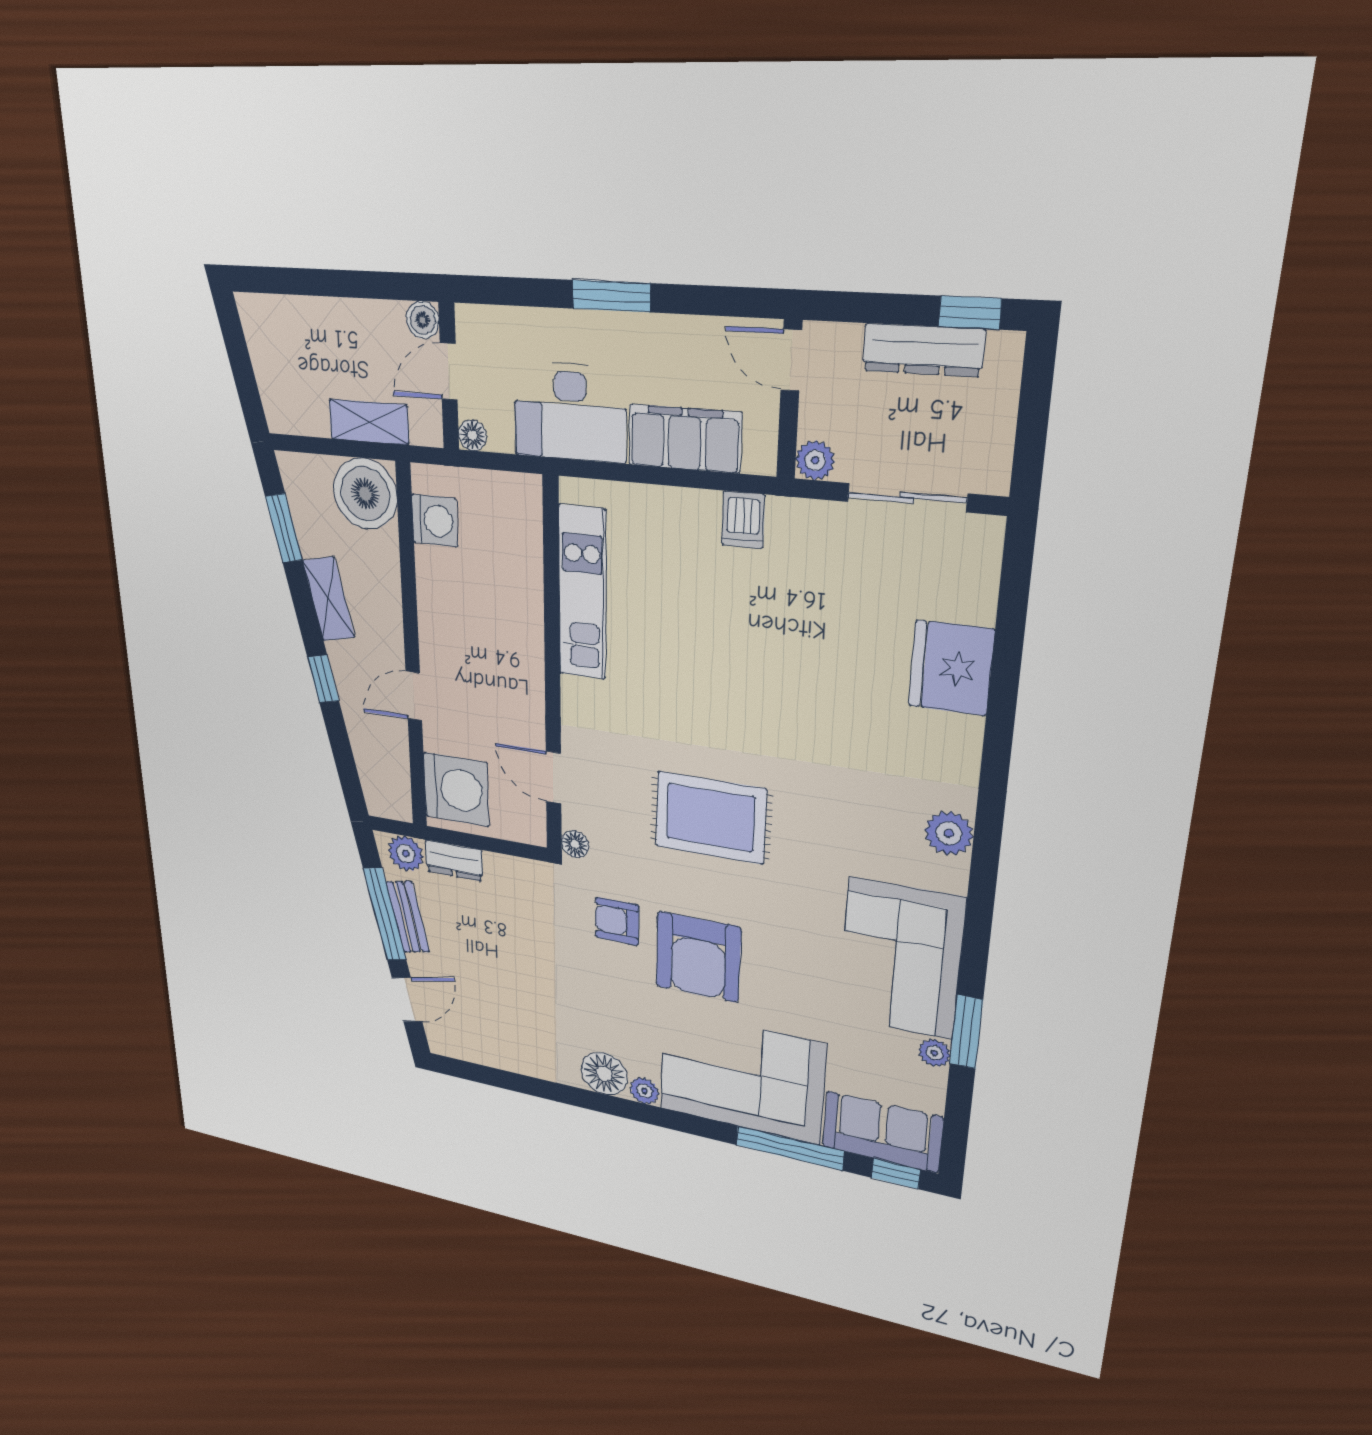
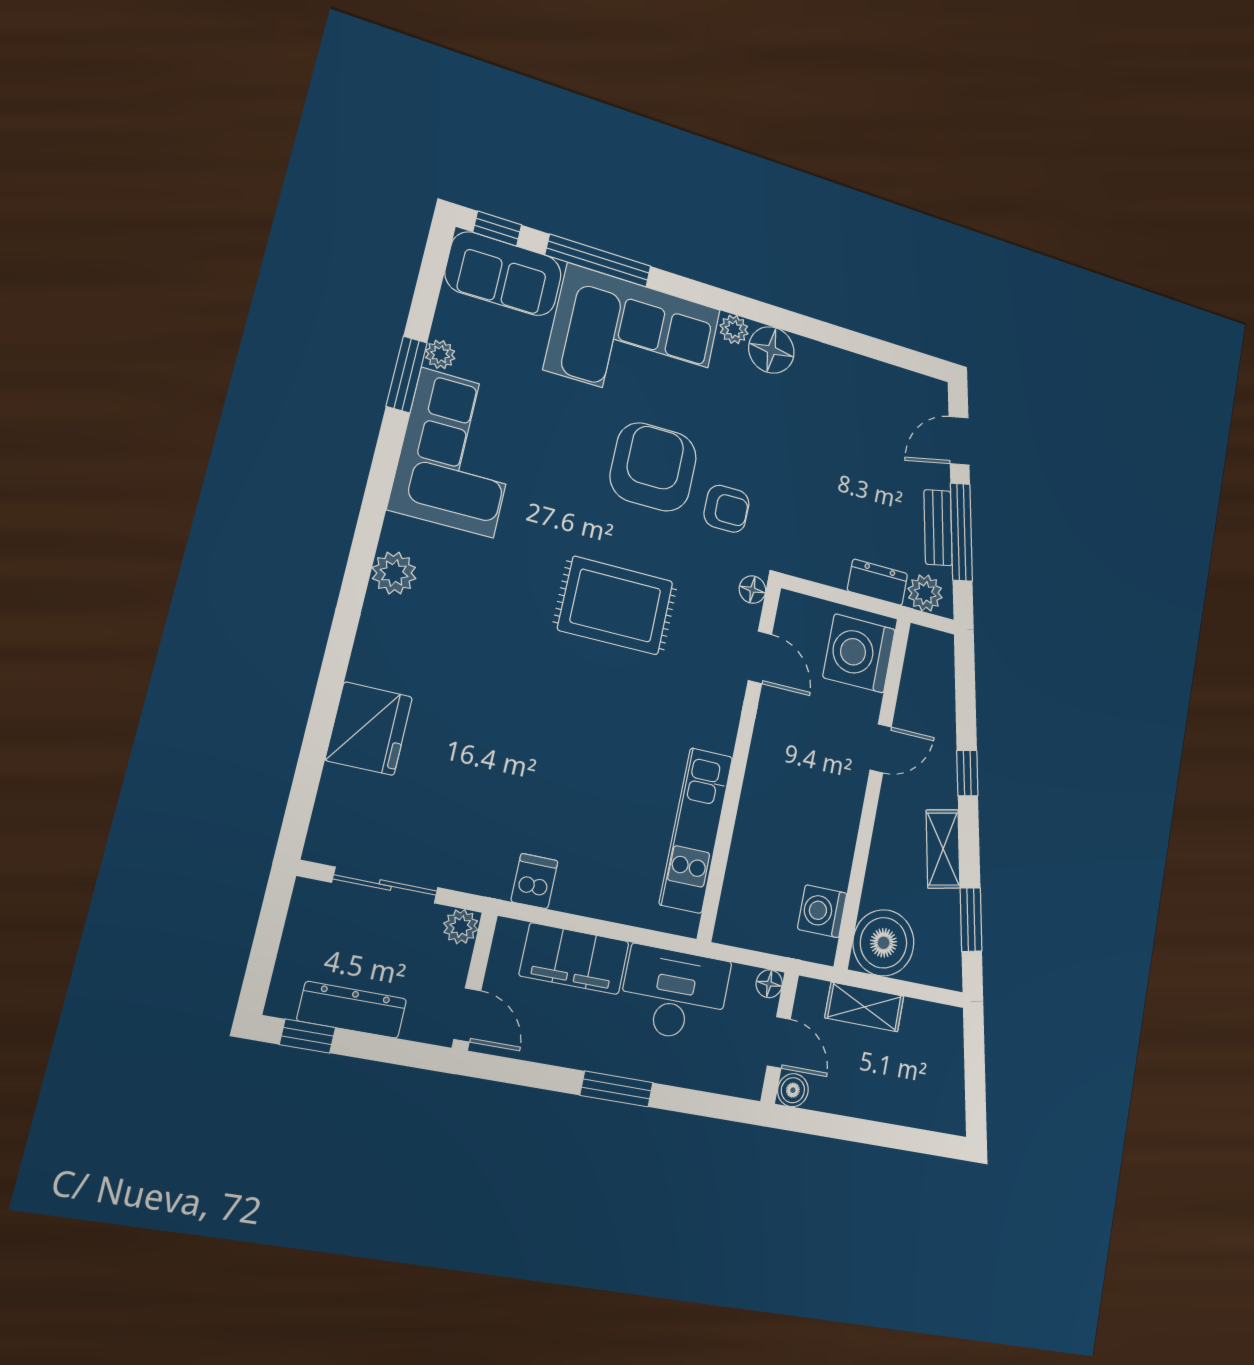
door: (449, 372) -> (779, 1043), hinge flipped

